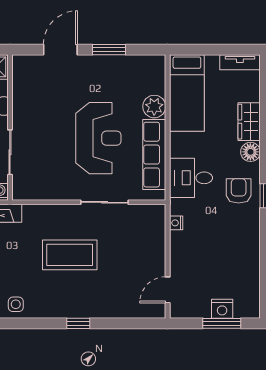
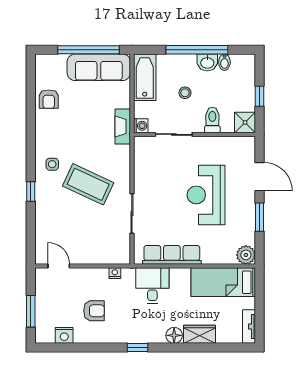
plant: (154, 107) -> (246, 255), moved
reception desk: (98, 138) -> (206, 195), moved, turned 90
armchair: (239, 191) -> (94, 311), moved
coffee table: (70, 255) -> (88, 184), turned -65
side table: (16, 304) -> (52, 164), moved
nightstand: (222, 309) -> (64, 335), moved, turned -90

